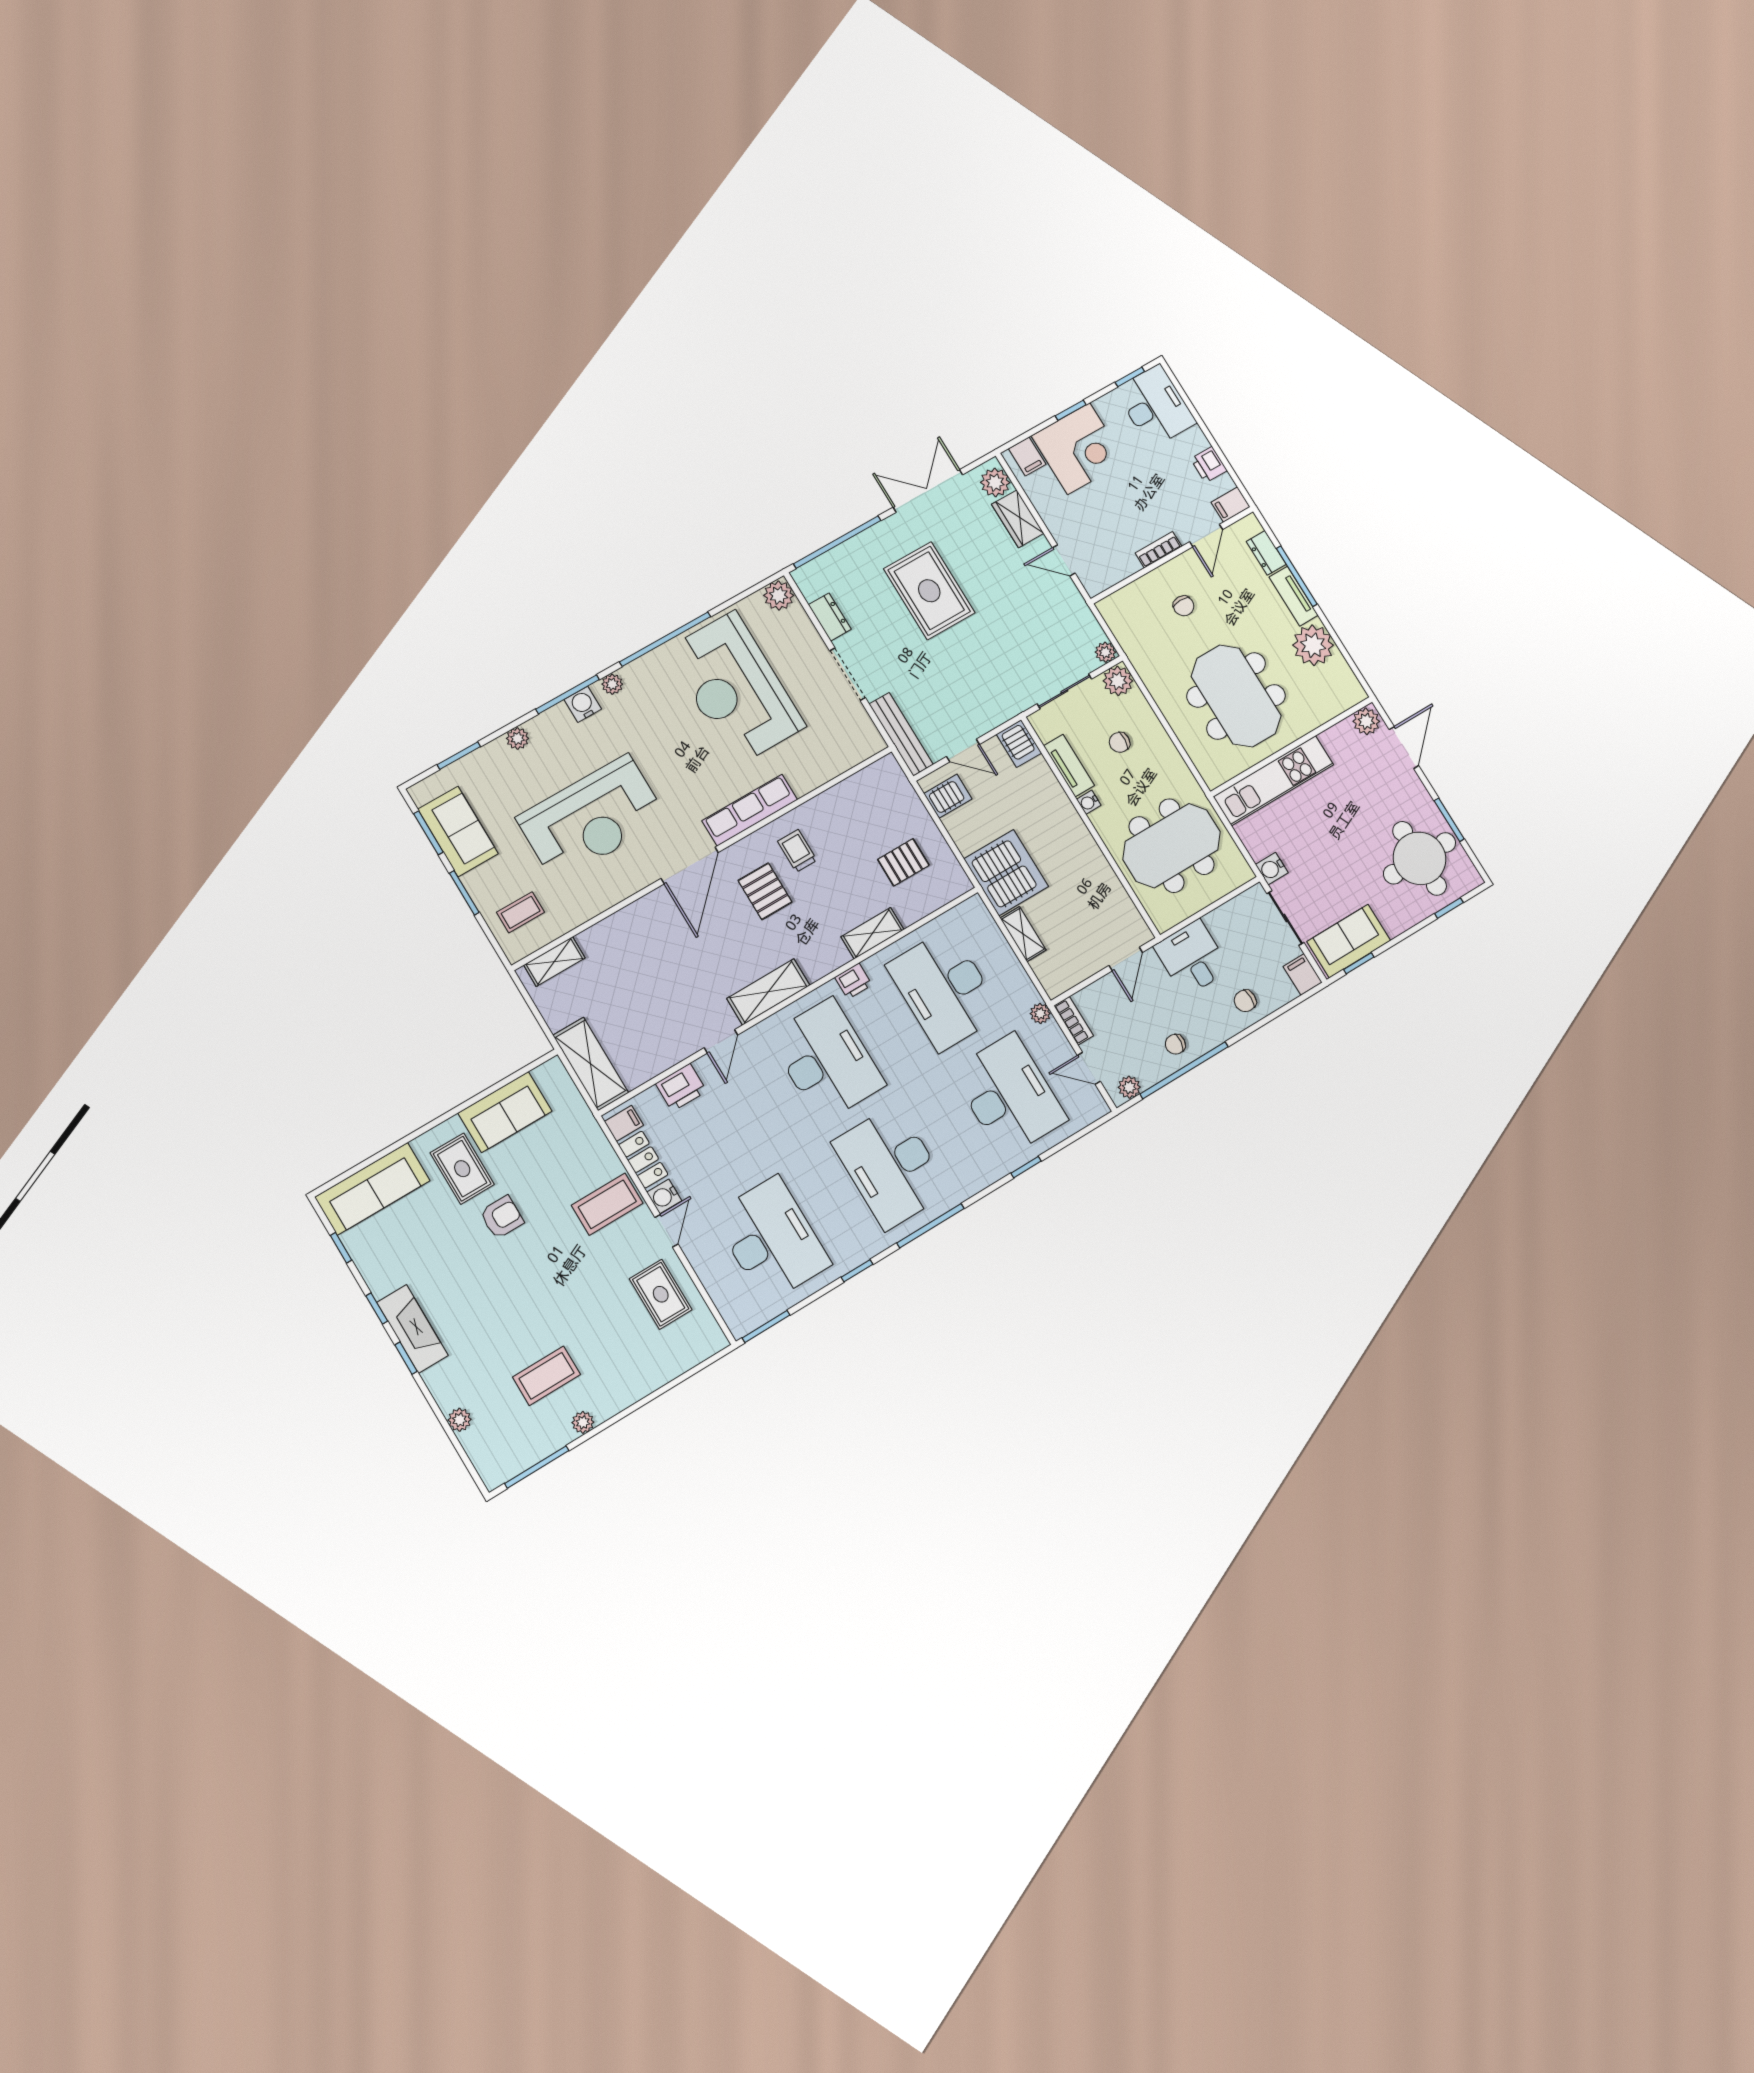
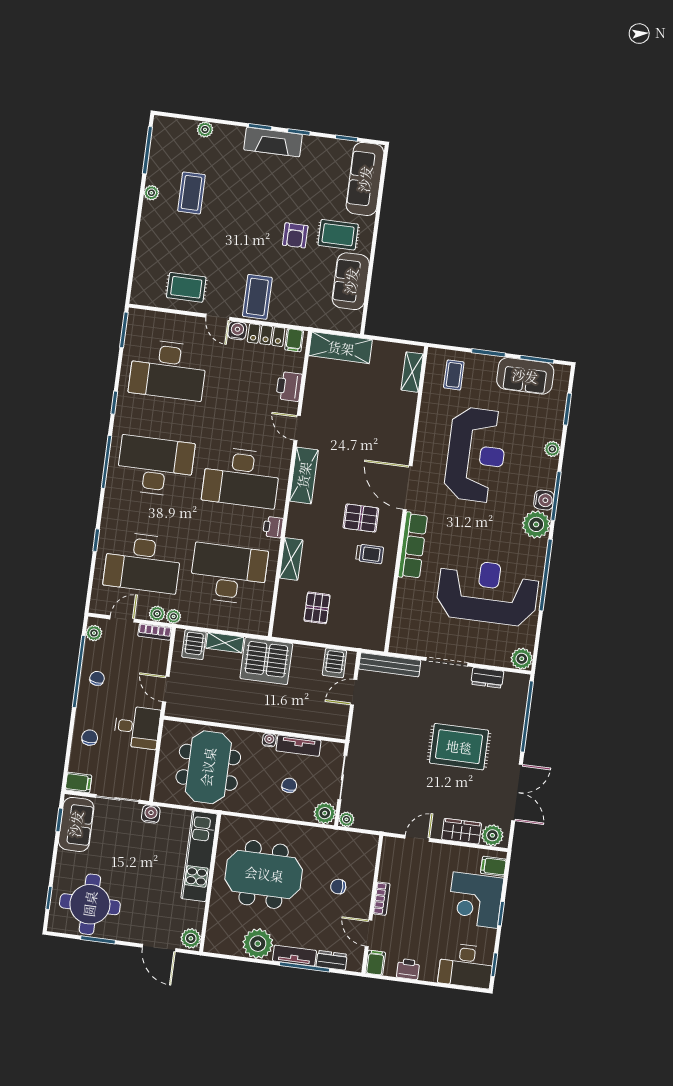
plant: (612, 684) -> (536, 524), width x1.87, depth x1.87
server rack: (1019, 744) -> (194, 645), moved, turned -90
reception desk: (592, 818) -> (476, 455), turned 180
plant: (1052, 1034) -> (157, 614), added

